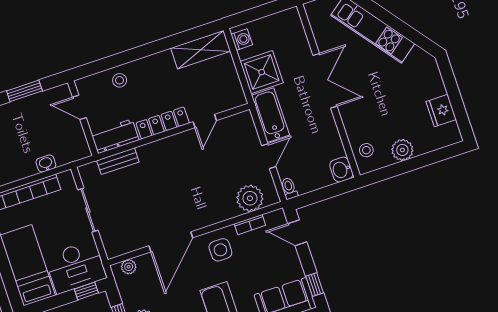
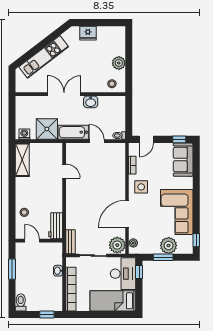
door: (79, 107) -> (32, 241), swing flipped
fridge: (441, 110) -> (88, 33), moved
locker: (163, 123) -> (57, 196), removed
bench: (118, 161) -> (70, 242), moved
washbasin: (341, 170) -> (91, 102), moved
plant: (250, 198) -> (117, 245), moved
door: (171, 242) -> (127, 214), swing flipped

